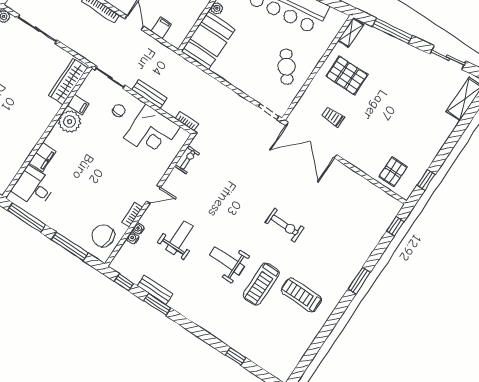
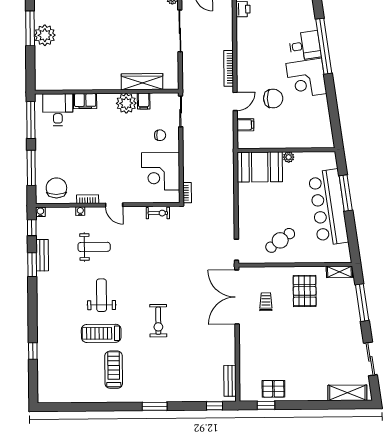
wardrobe: (68, 82) -> (142, 82), moved
bench: (149, 94) -> (230, 381), moved
pallet: (393, 172) -> (273, 389), moved
water cooler: (133, 238) -> (40, 212), moved

